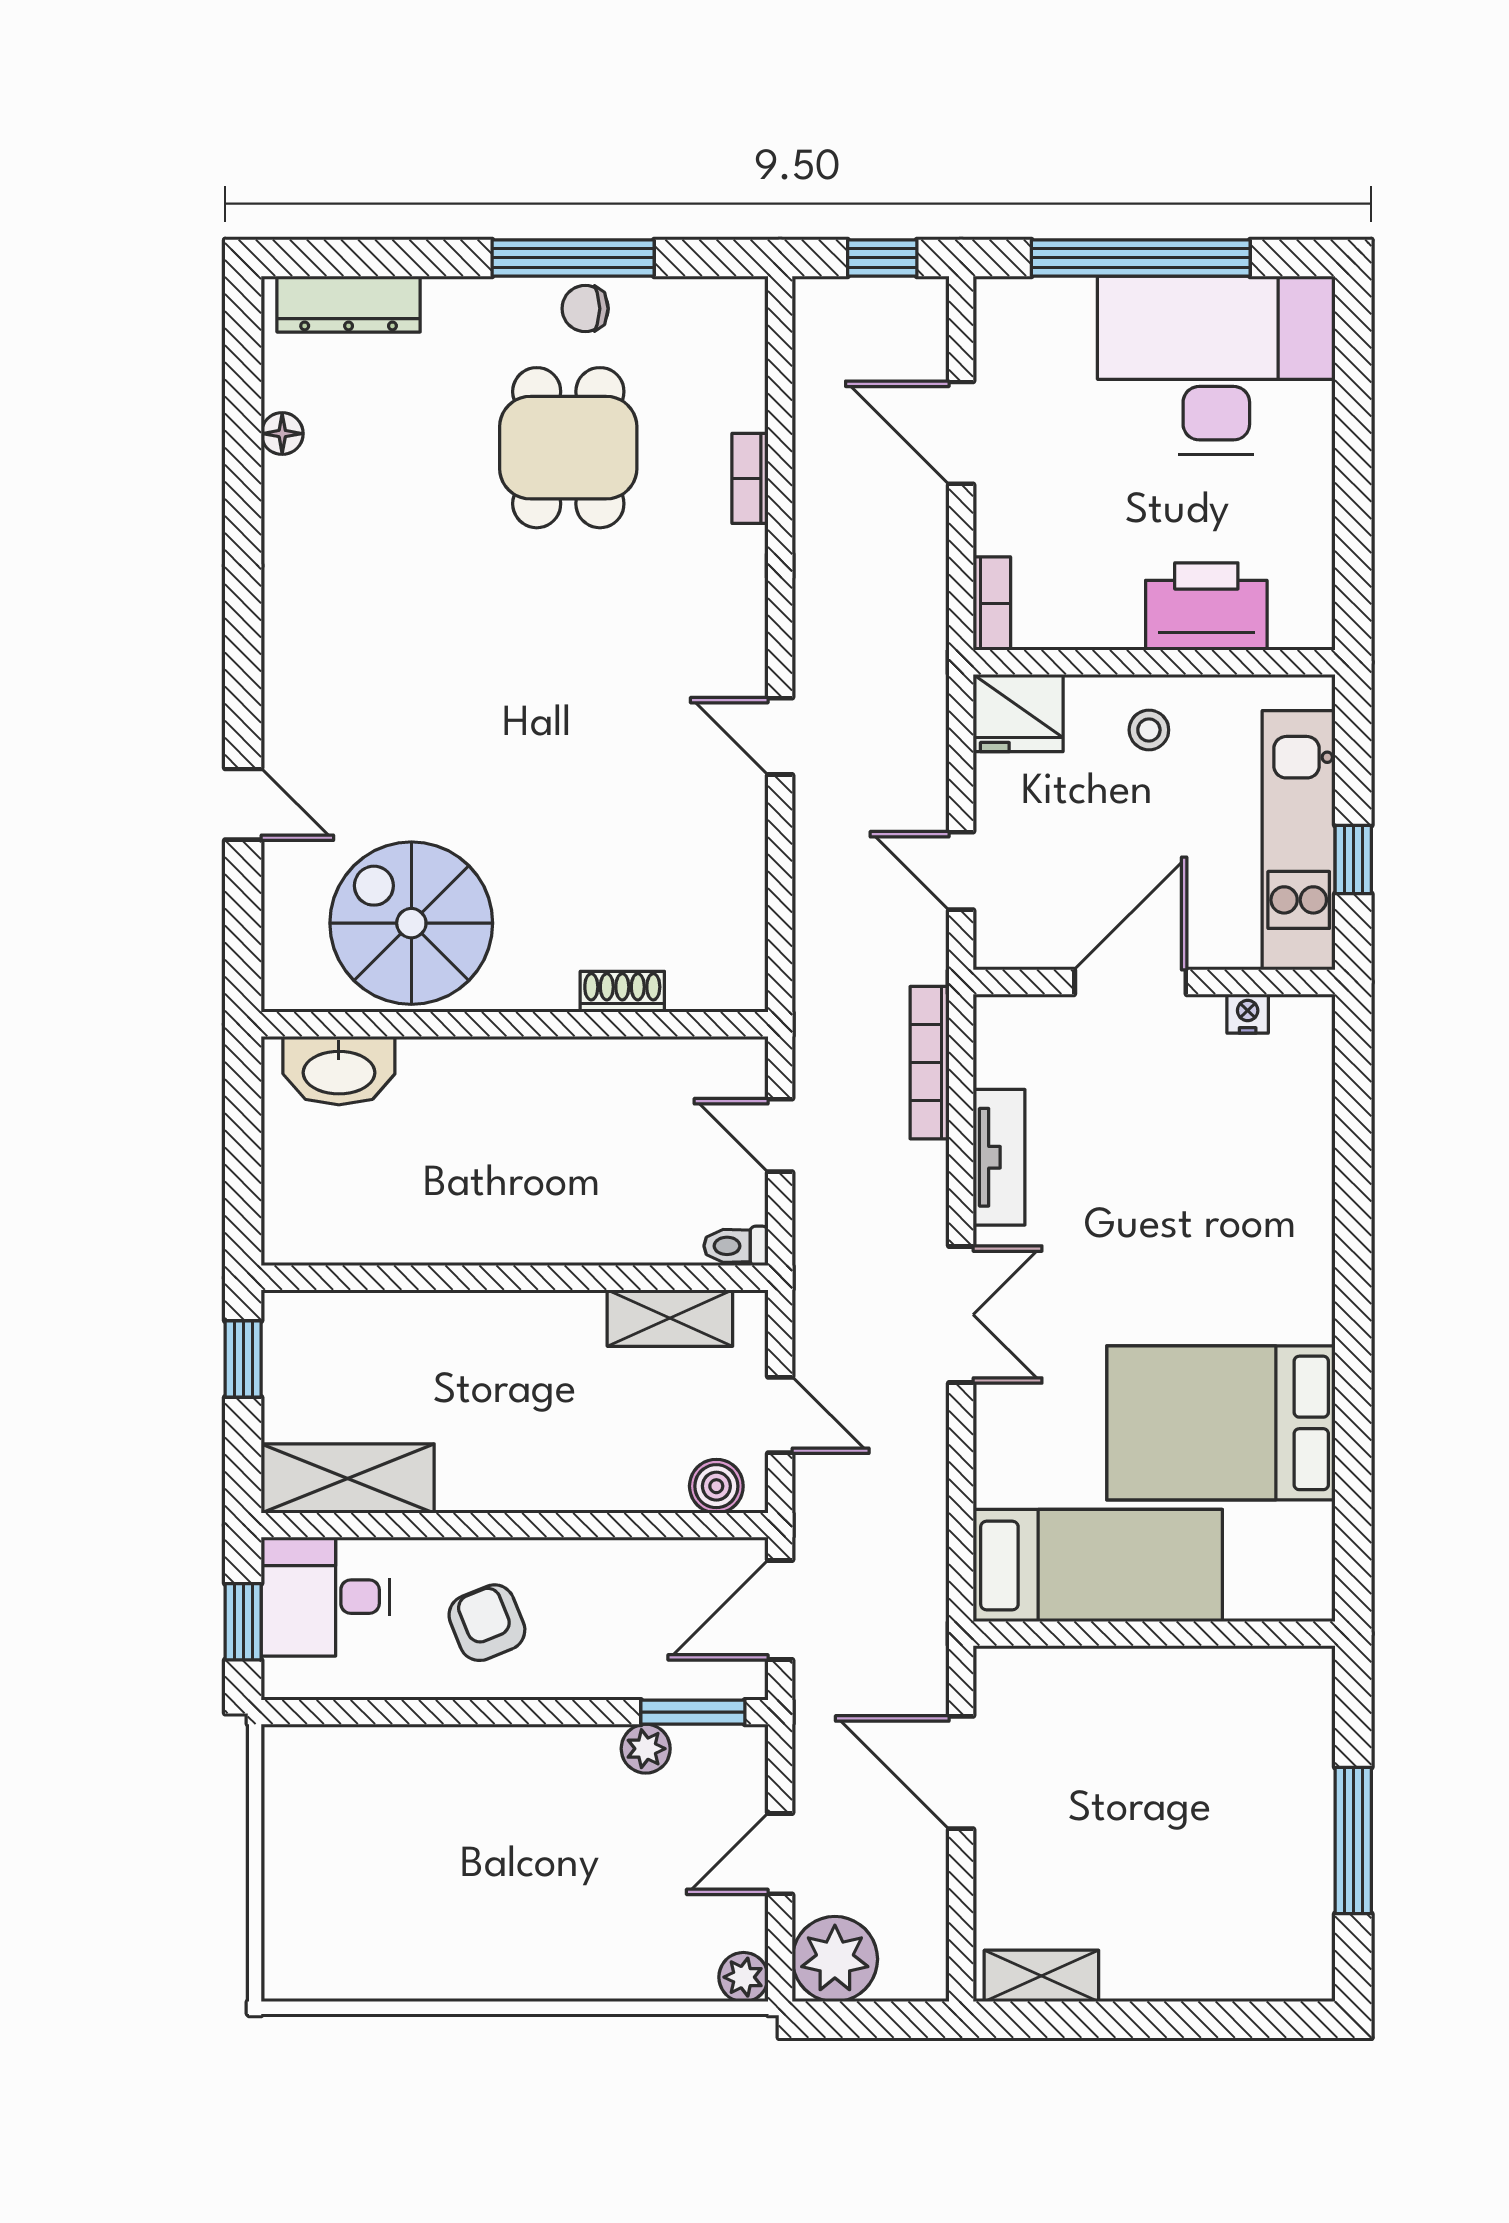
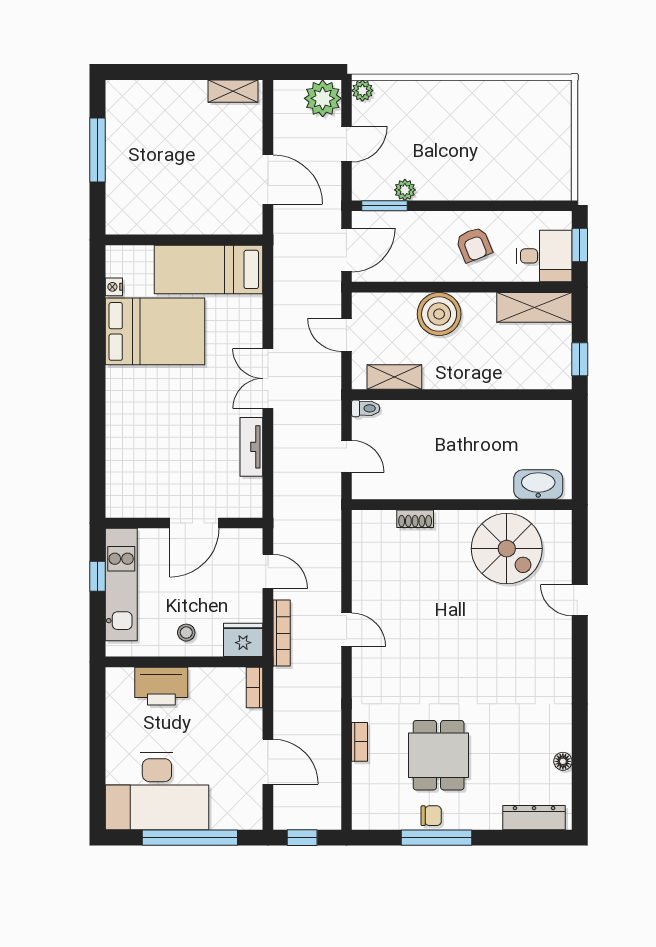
nightstand: (1248, 1014) -> (114, 287), moved, turned 90
bookcase: (930, 1063) -> (282, 633), moved
boiler: (716, 1486) -> (439, 314), moved, width x1.86, depth x1.86

